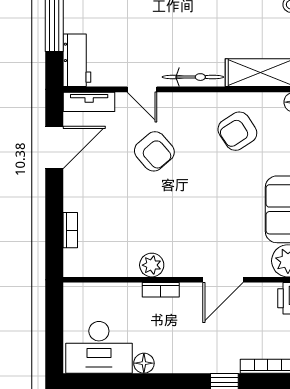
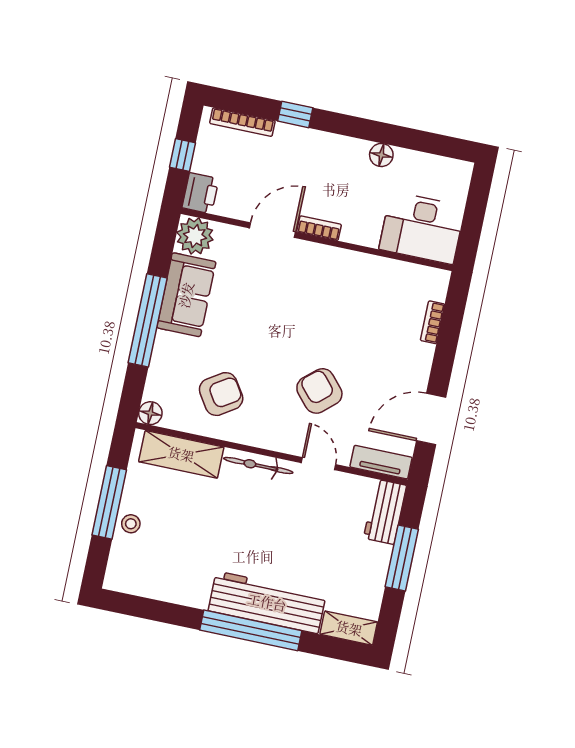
plant: (152, 265) -> (349, 264), removed
bookcase: (161, 290) -> (319, 228), moved
desk: (99, 347) -> (422, 228), moved, turned 180

